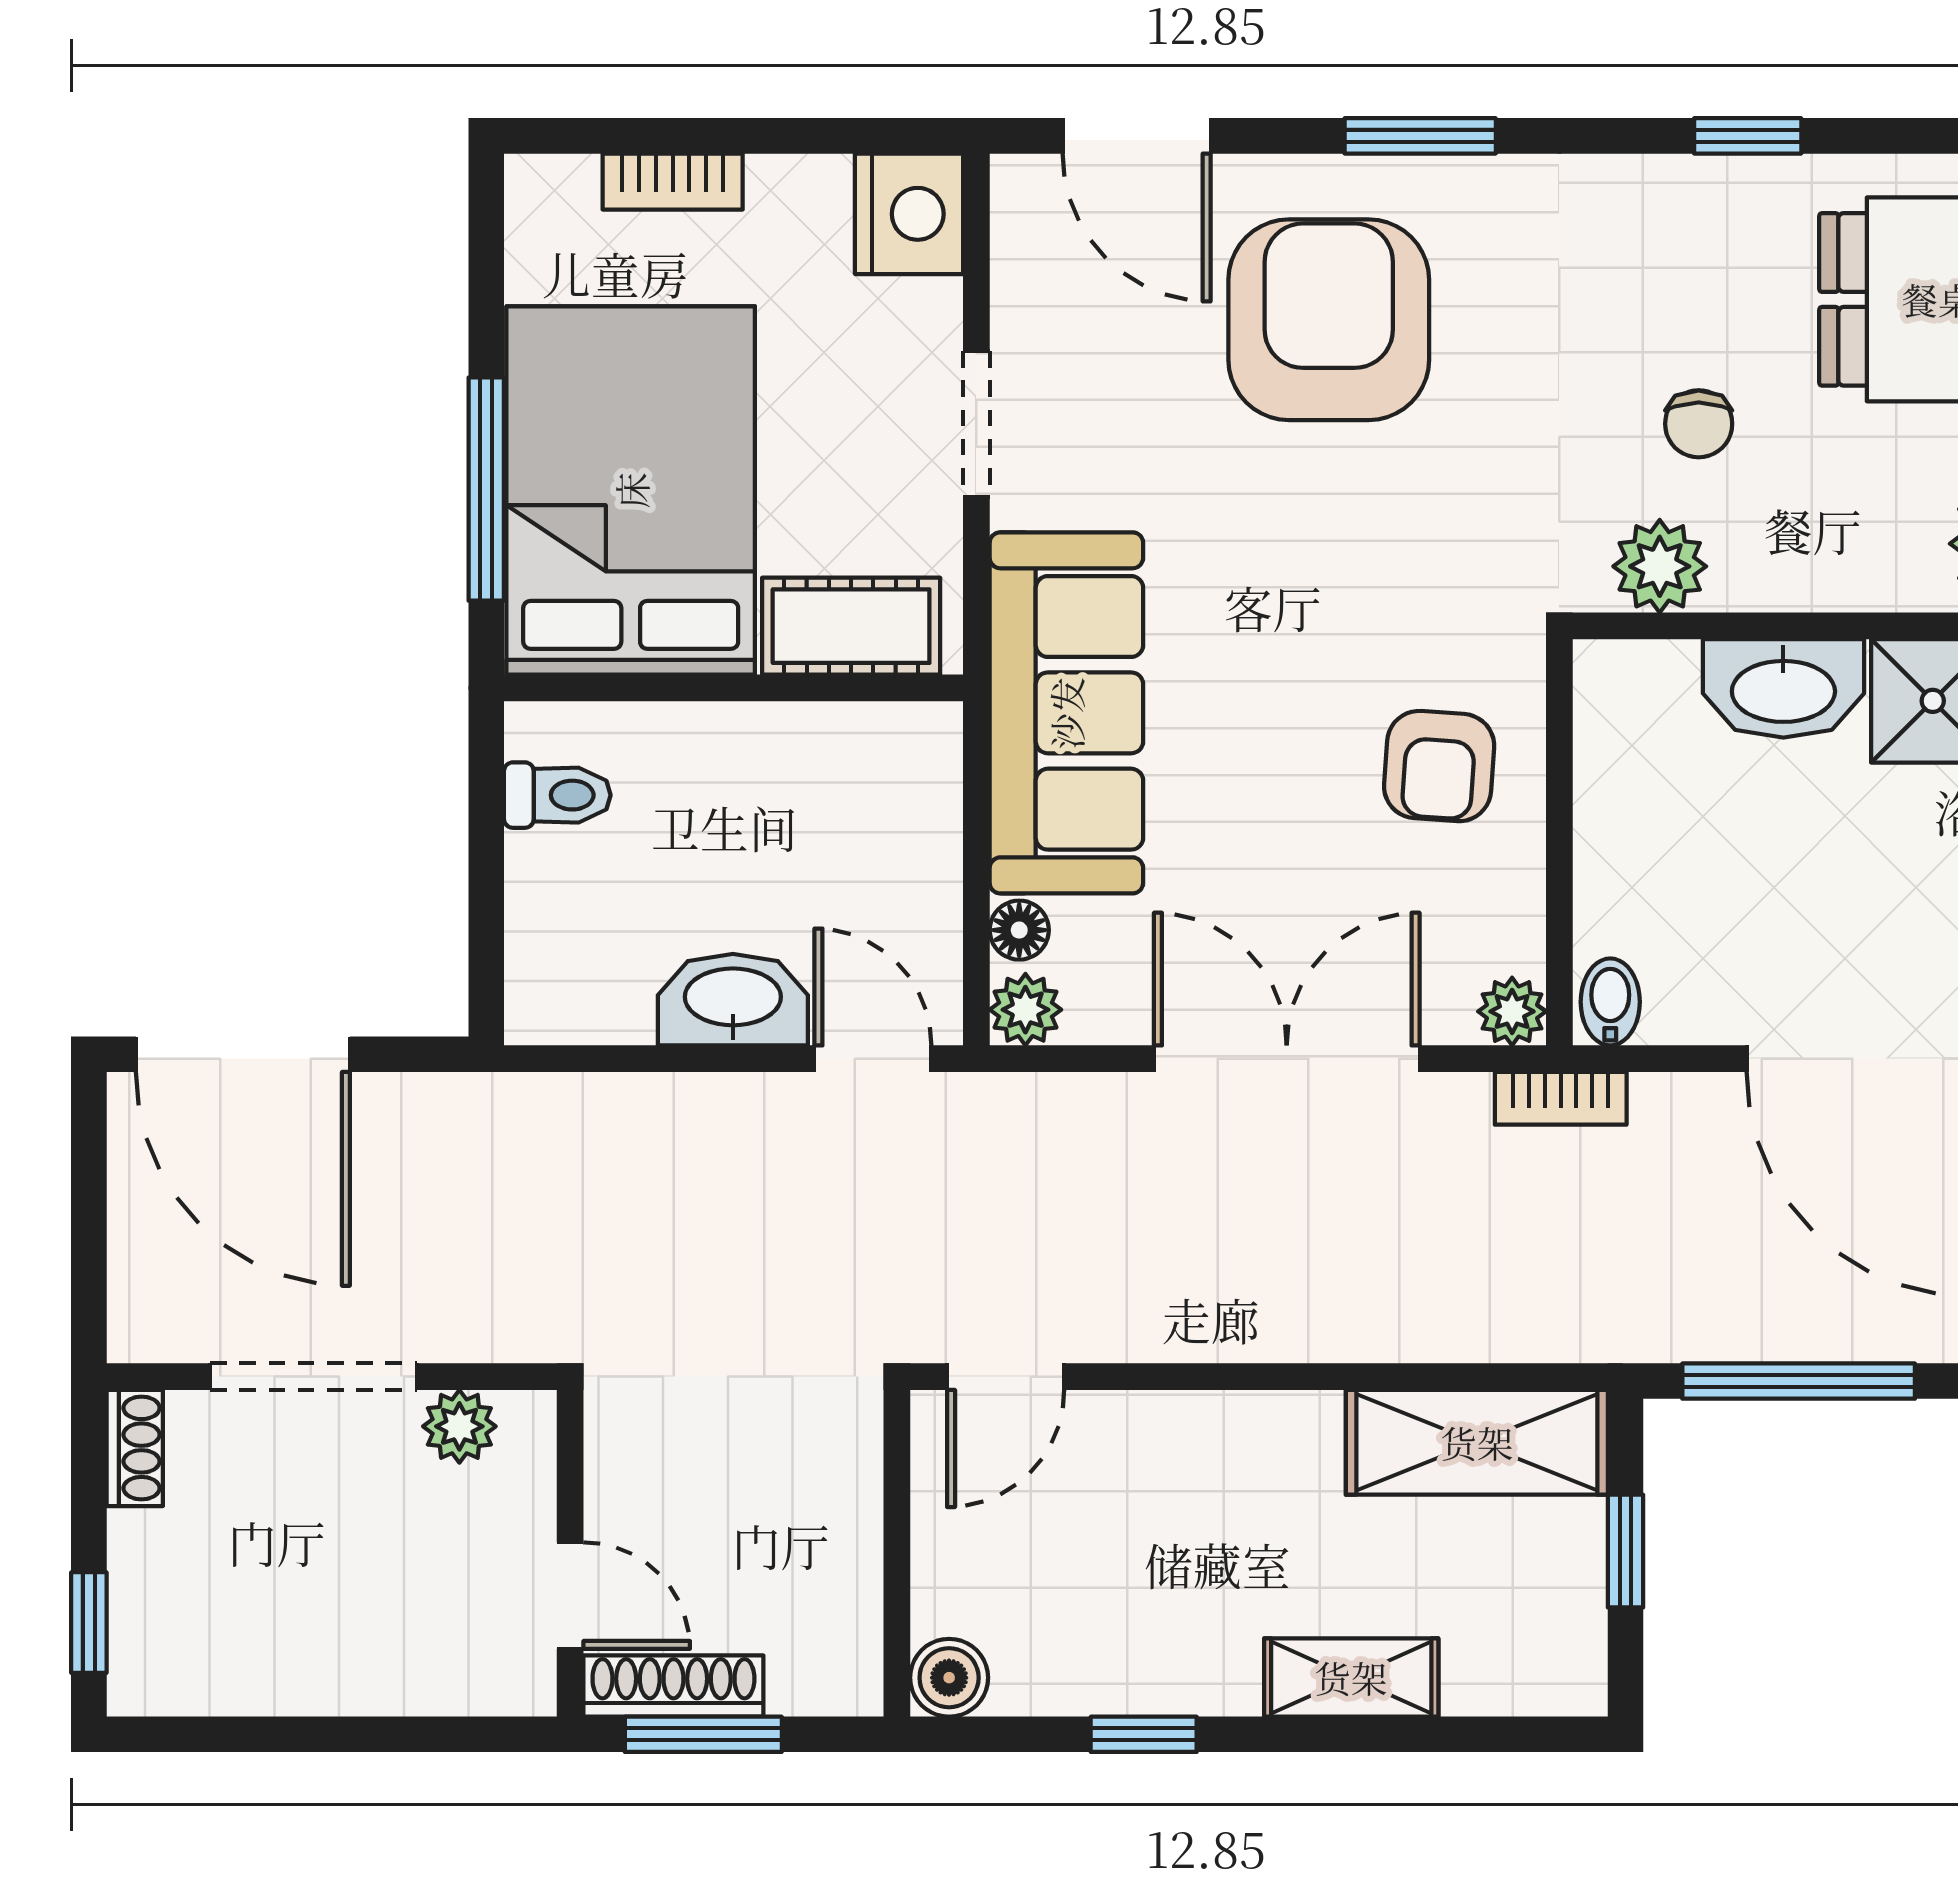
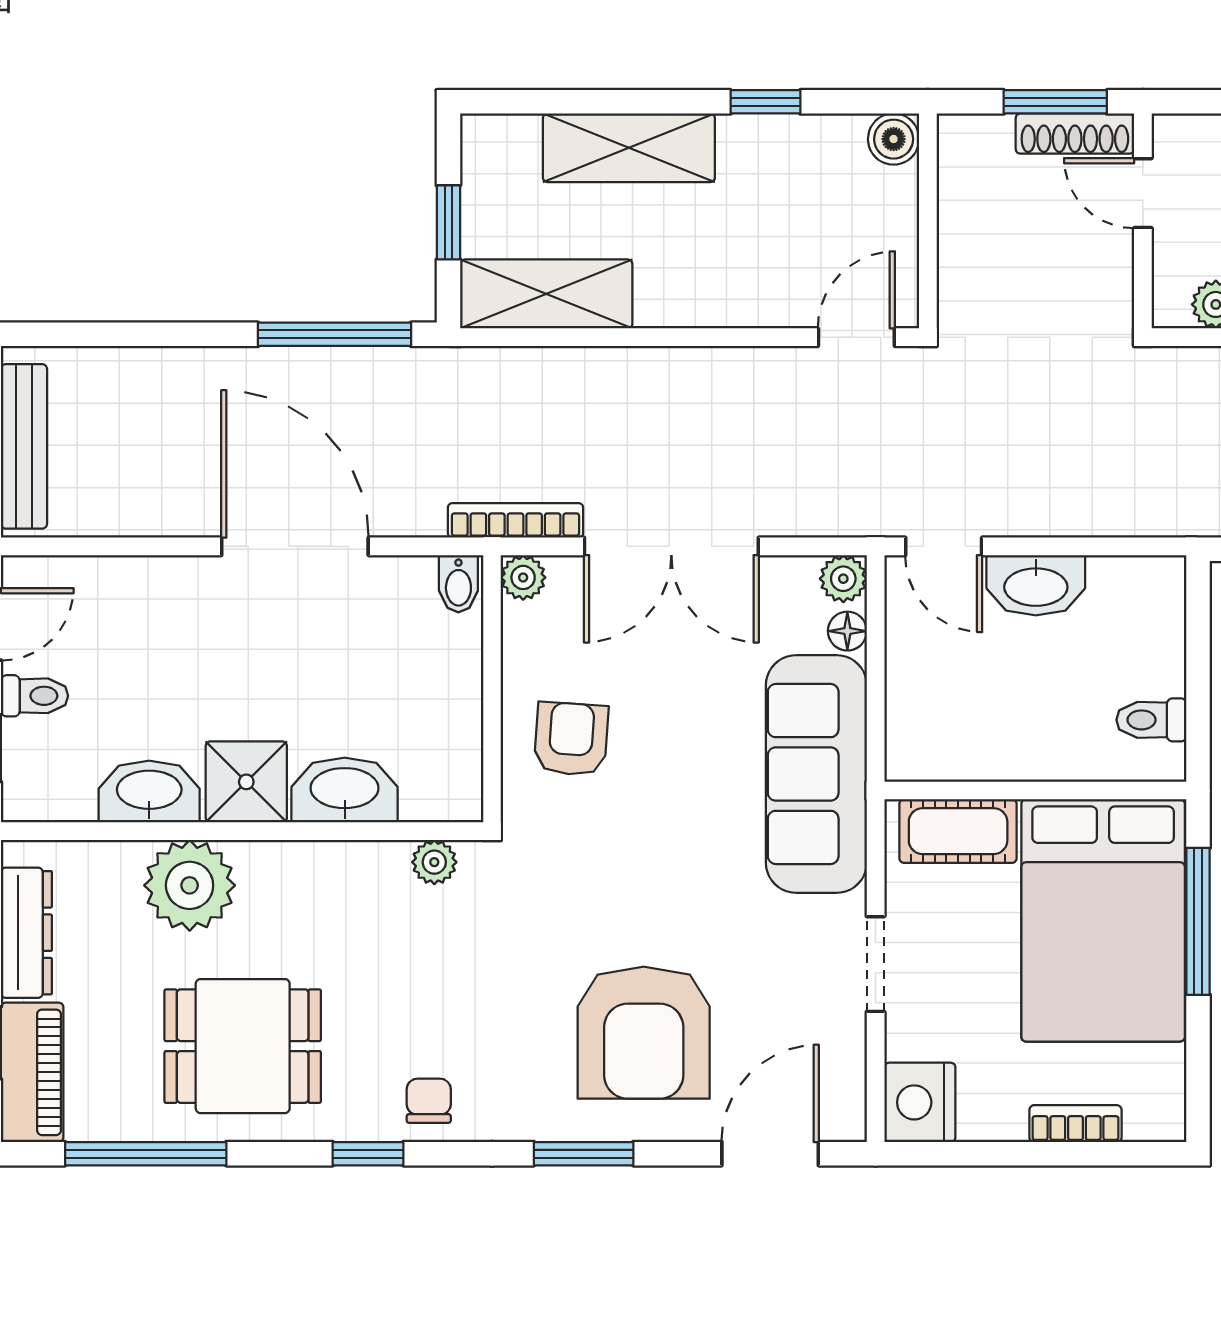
door: (1137, 136) -> (770, 1154), hinge flipped
chair: (1699, 424) -> (429, 1101), moved
plant: (1660, 566) -> (434, 862), width x0.73, depth x0.73
bookcase: (1561, 1098) -> (515, 520), width x1.56
shelving: (1351, 1677) -> (629, 148), width x1.50, depth x1.33

